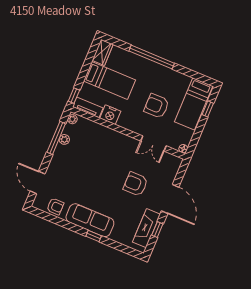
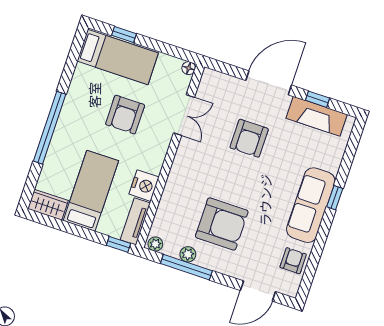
armchair: (82, 163) -> (222, 224), added

